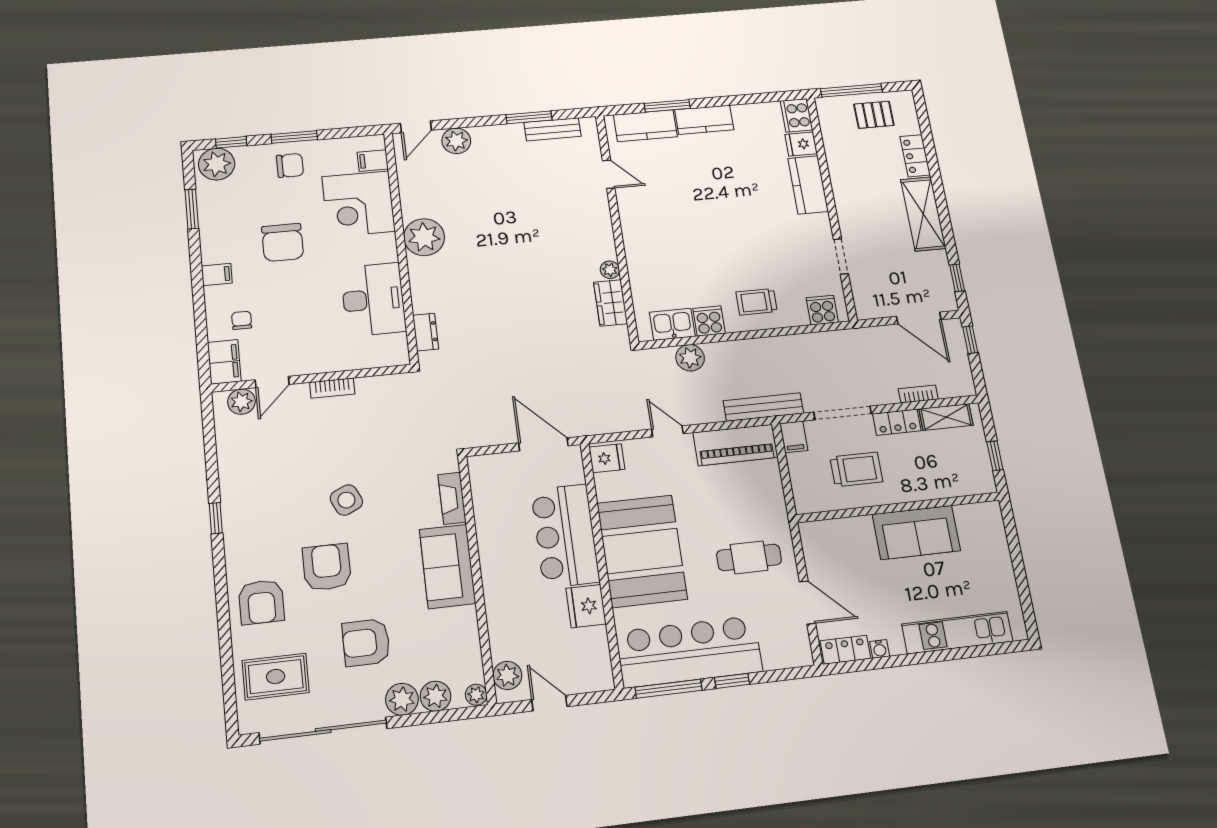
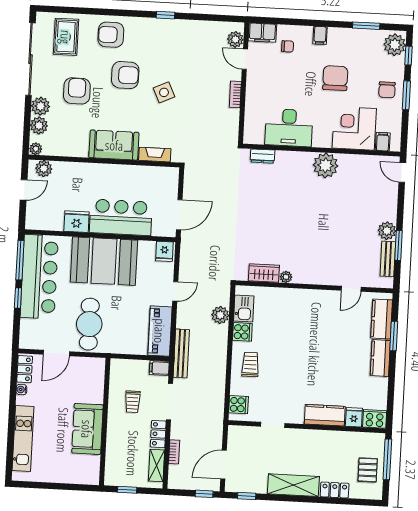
plant: (456, 141) -> (387, 231), moved
chair: (283, 242) -> (335, 78), turned 90
trolley: (856, 469) -> (133, 402), width x0.73, depth x0.72
cafe table: (749, 557) -> (89, 324), width x1.37, depth x1.35

